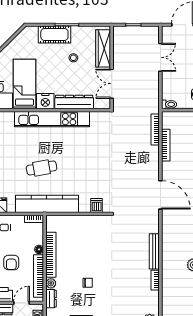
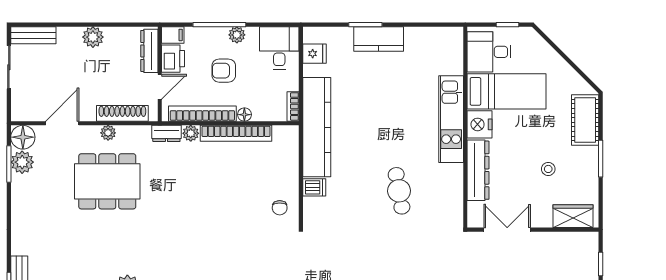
cot: (54, 34) -> (585, 120), moved
wardrobe: (103, 48) -> (573, 216), width x0.67
kitchen unit: (52, 119) -> (451, 119), width x0.73
cafe table: (42, 168) -> (399, 191), moved
dishwasher: (97, 205) -> (314, 187), moved
chair: (88, 283) -> (280, 208), moved
door: (21, 303) -> (160, 87), hinge flipped

